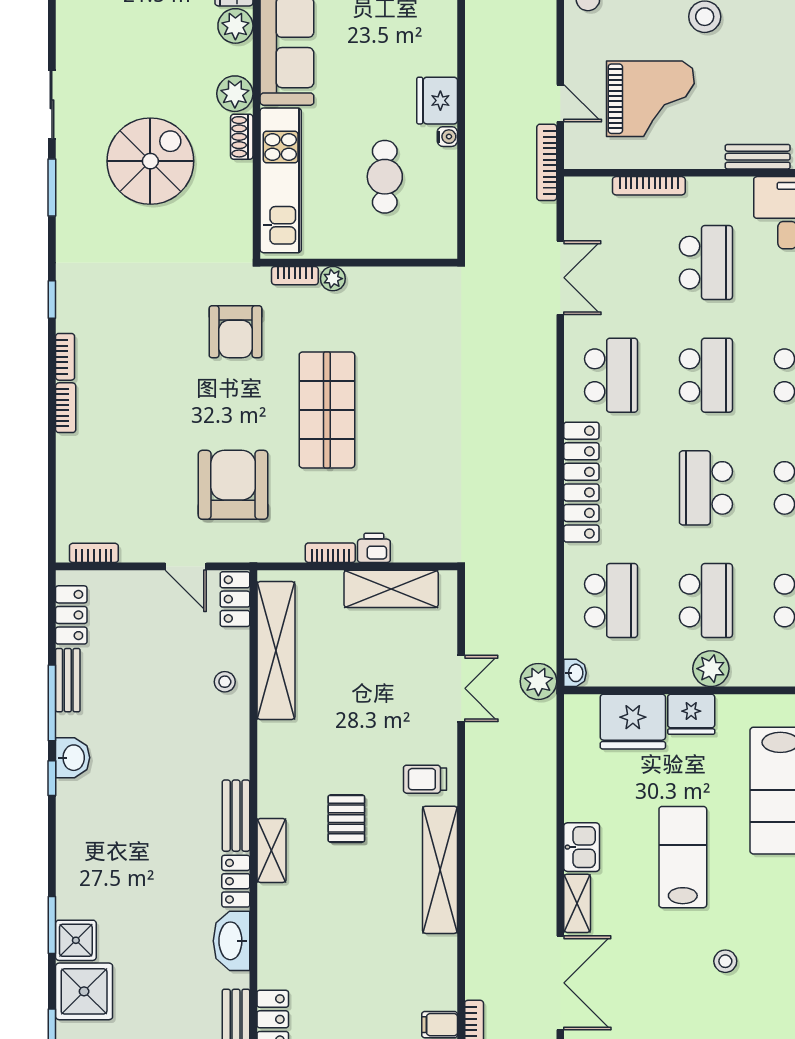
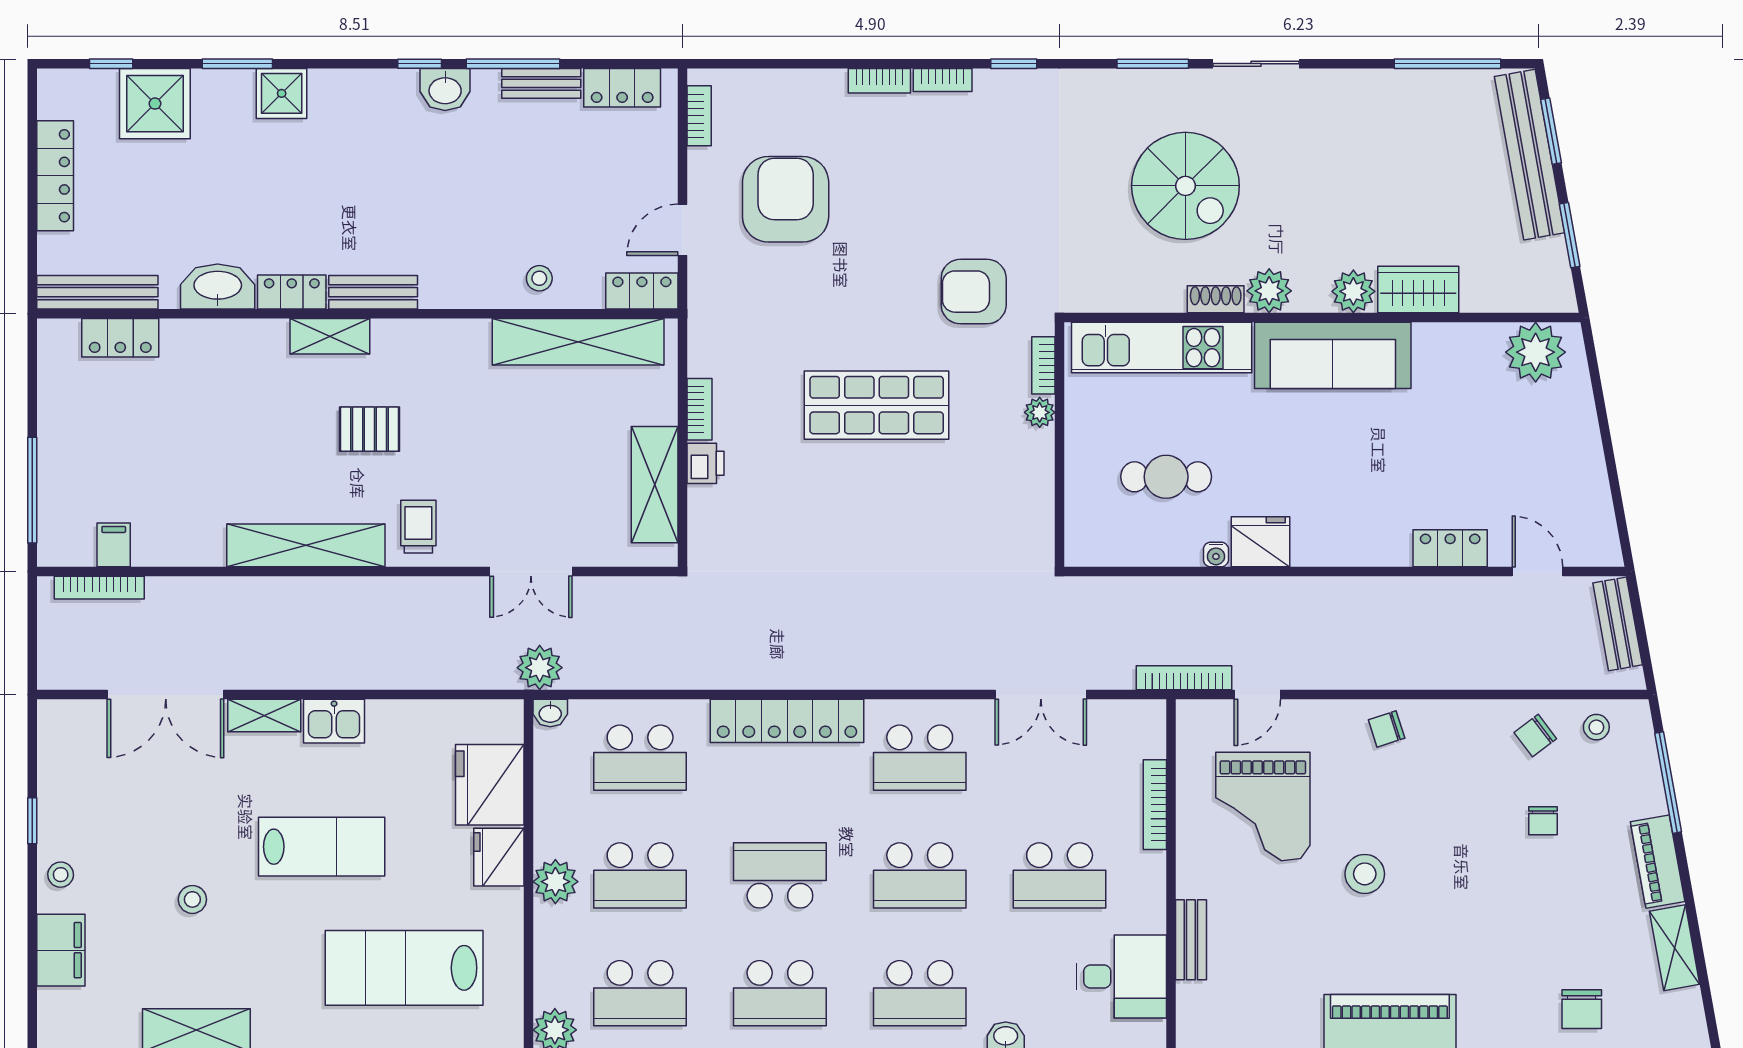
armchair: (233, 485) -> (786, 199), moved, turned -90
shower: (76, 940) -> (282, 93), moved

